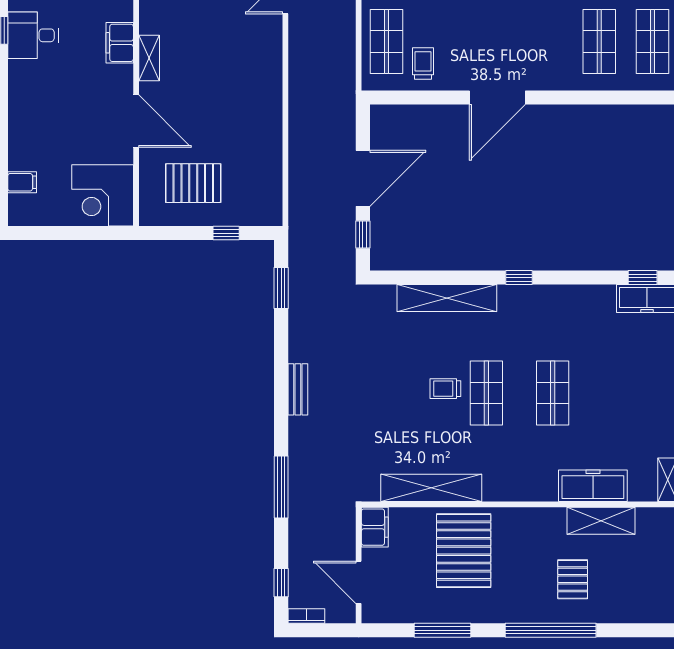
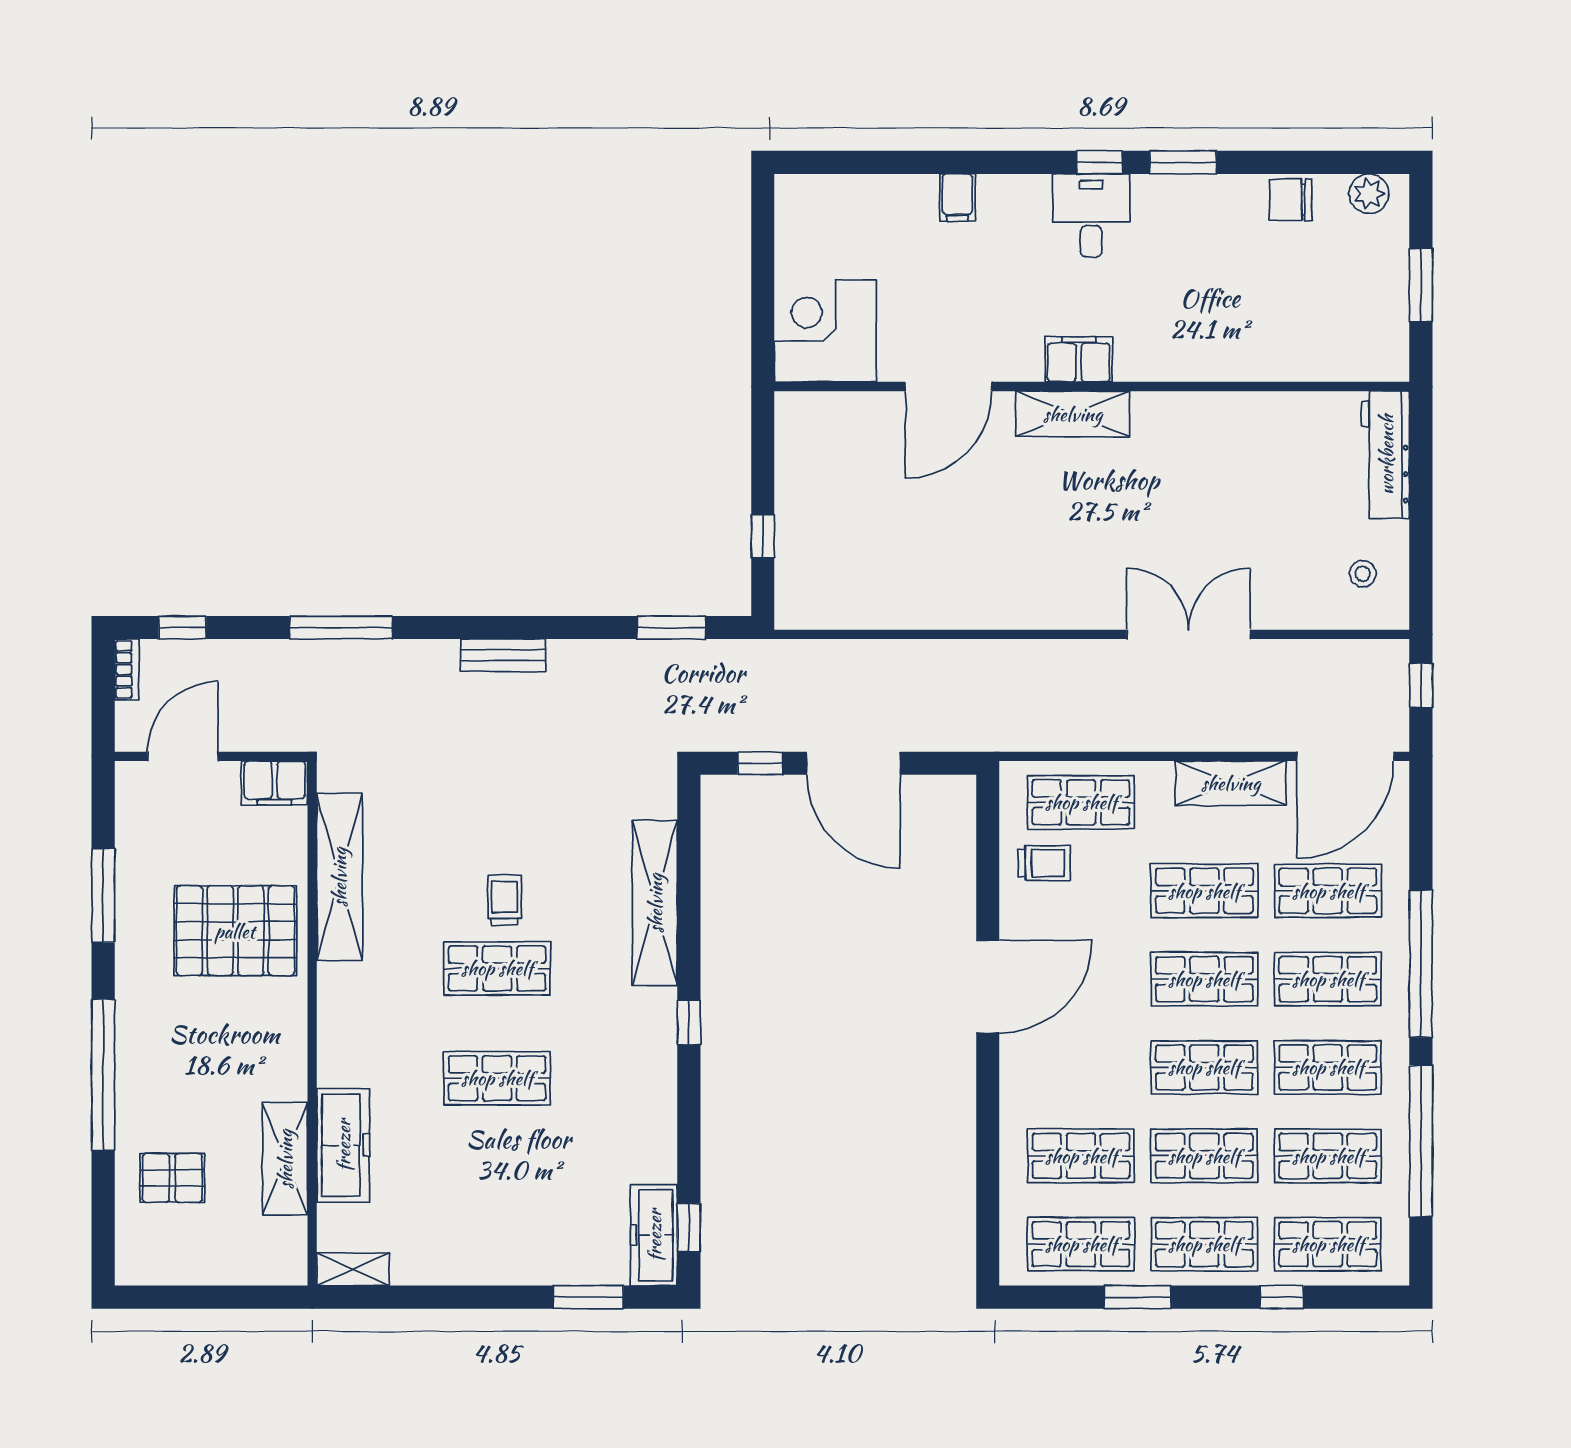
shelving: (149, 58) -> (1073, 414), width x1.50, depth x1.33
door: (497, 98) -> (988, 987), swing flipped
filing cabinet: (22, 182) -> (957, 197), moved
pallet: (193, 183) -> (846, 482), removed
pallet: (573, 579) -> (172, 1178), moved

